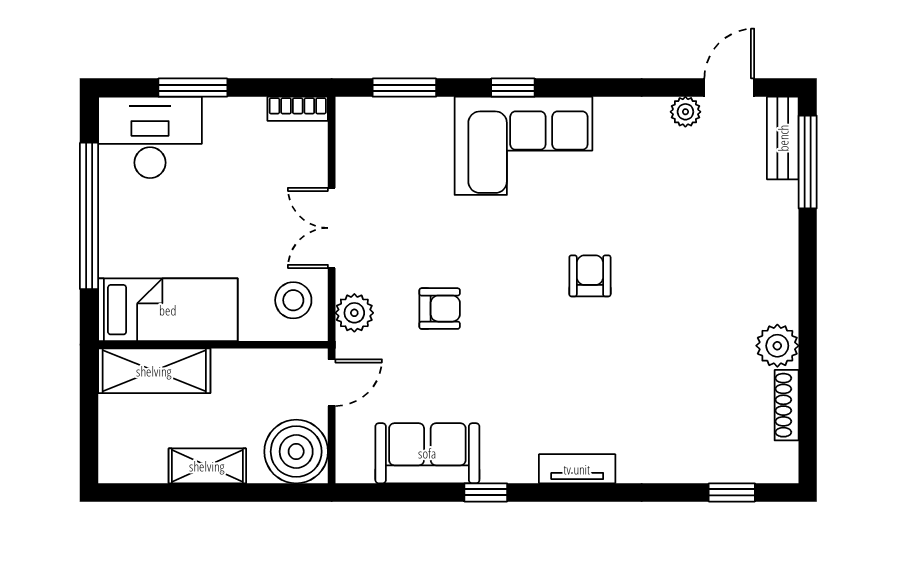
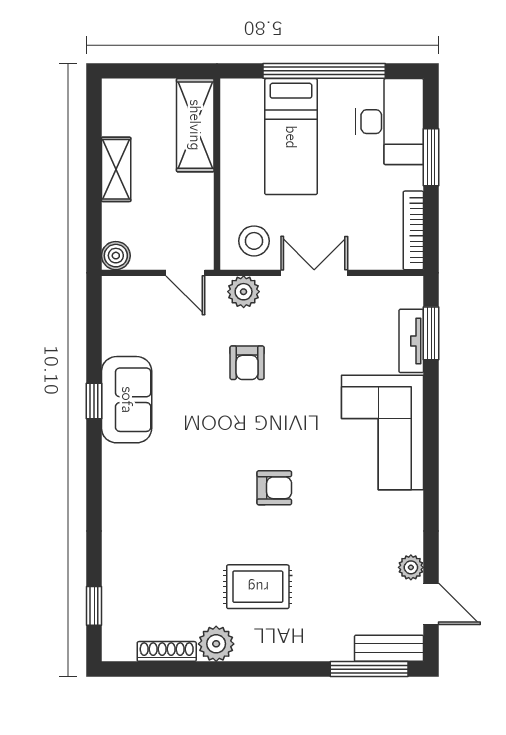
window: (513, 88) -> (431, 424), removed
bookcase: (298, 109) -> (413, 230), width x1.56
rug: (709, 296) -> (258, 587), added
bed: (168, 310) -> (291, 137), moved
boiler: (296, 452) -> (116, 256), width x0.54, depth x0.54
sofa: (427, 453) -> (127, 400), moved
tv unit: (577, 469) -> (411, 341), moved, turned 180

